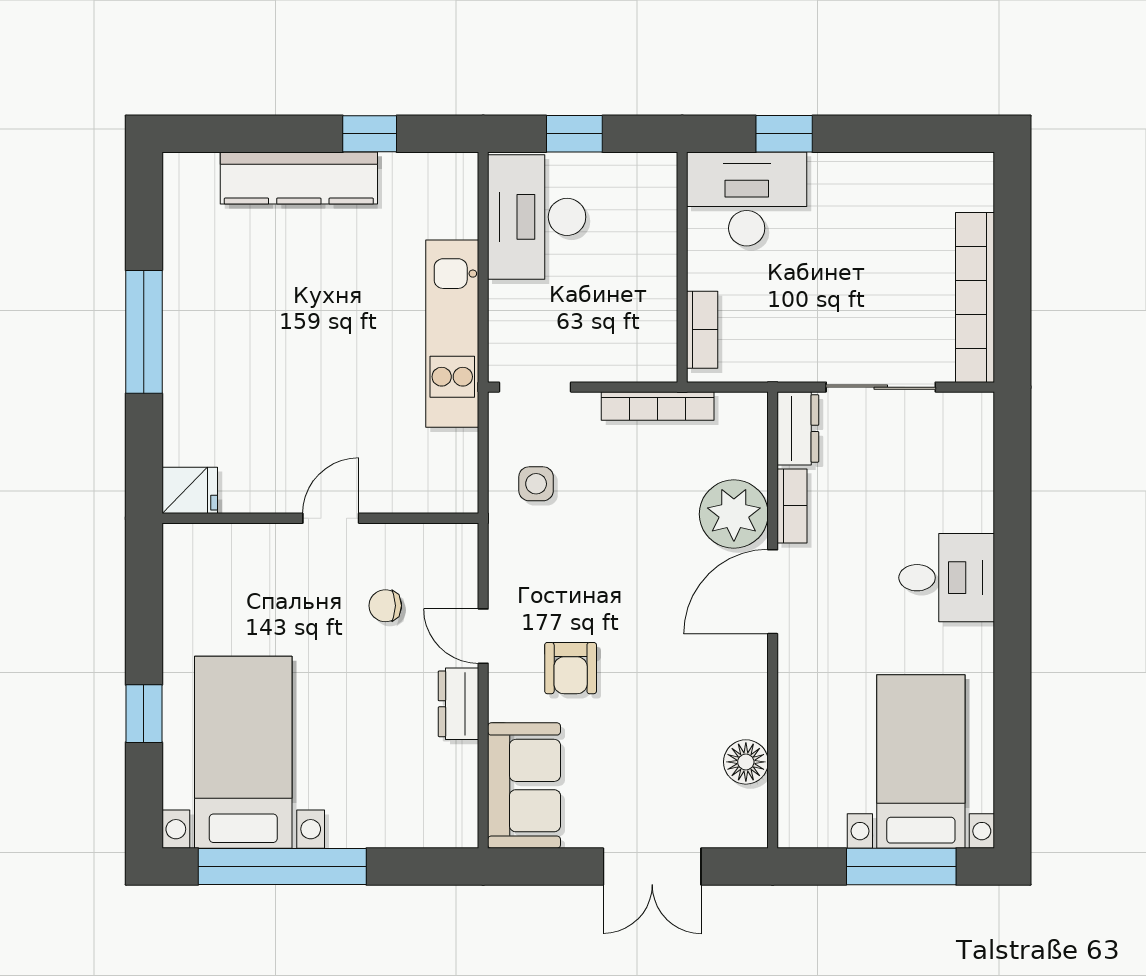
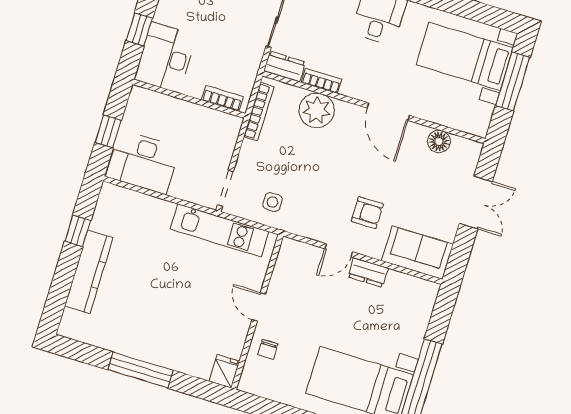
kitchen unit: (452, 334) -> (219, 230), moved
bookcase: (658, 406) -> (259, 112), moved
door: (773, 592) -> (388, 112), moved
chair: (385, 606) -> (268, 349), moved

